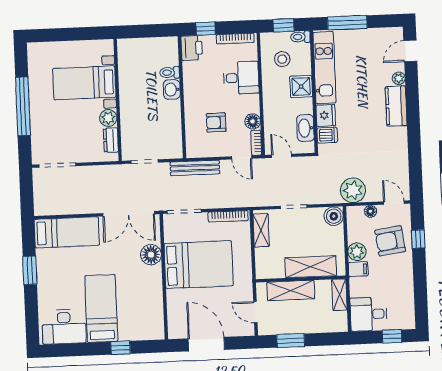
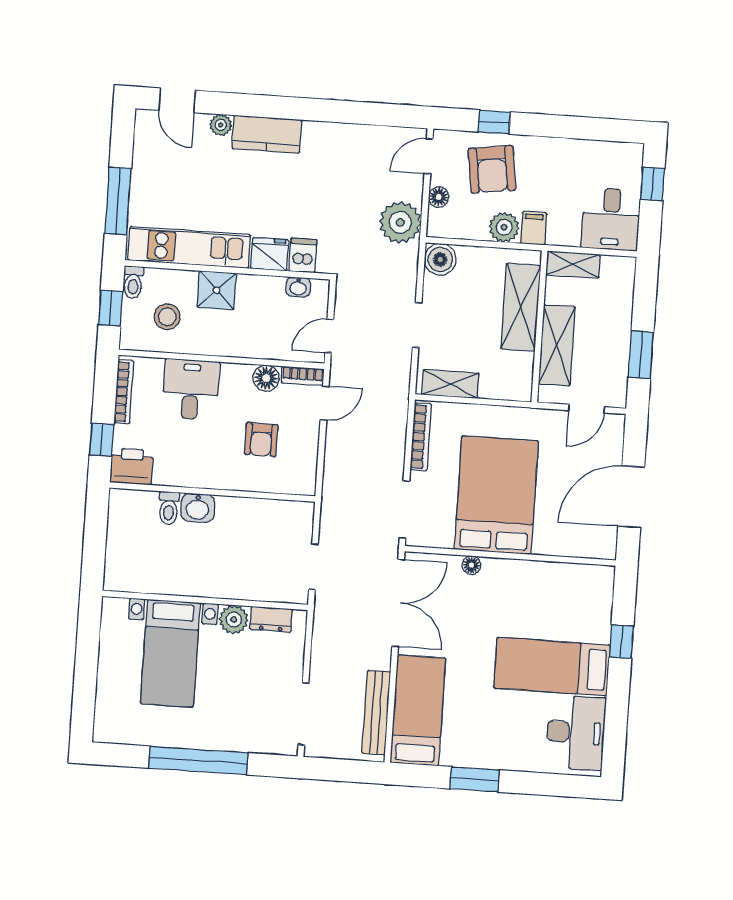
washbasin: (305, 128) -> (298, 287), width x0.52, depth x0.69
bench: (195, 168) -> (376, 713), moved
floor lamp: (151, 255) -> (471, 565), width x0.53, depth x0.53

